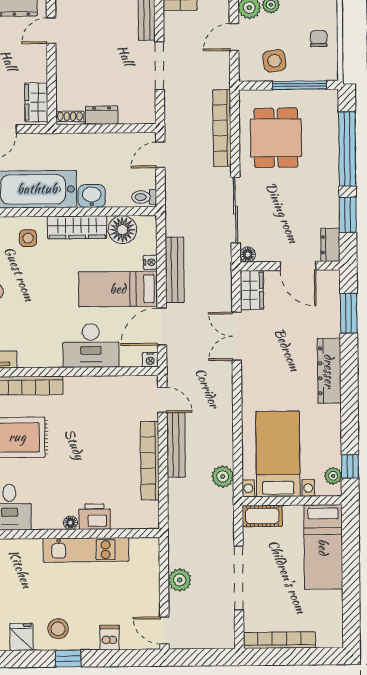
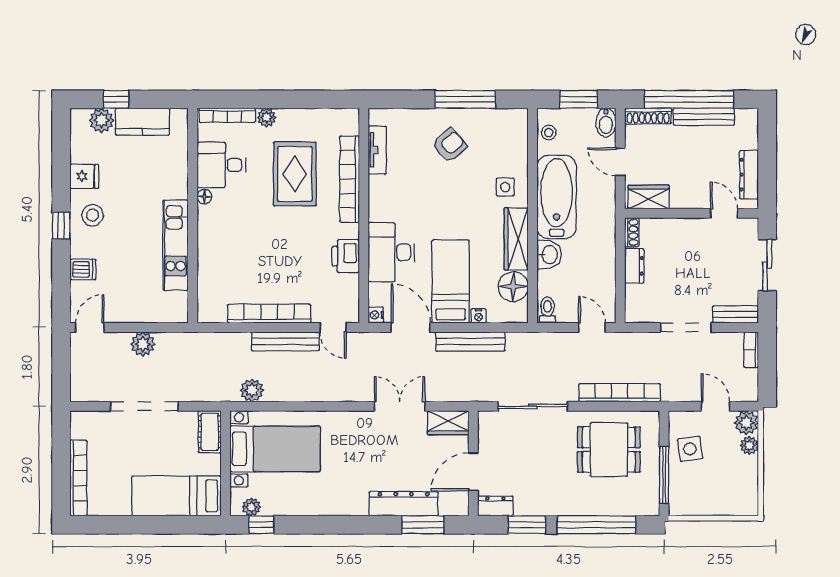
chair: (319, 39) -> (713, 496), removed
floor lamp: (248, 255) -> (486, 419), removed
dresser: (329, 371) -> (404, 504), moved
door: (162, 400) -> (333, 327), hinge flipped
printer: (95, 517) -> (346, 256), moved, turned 180
floor lamp: (70, 523) -> (204, 197), moved
bookcase: (279, 640) -> (78, 478), moved

